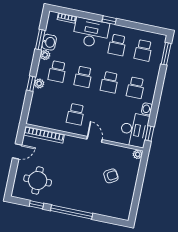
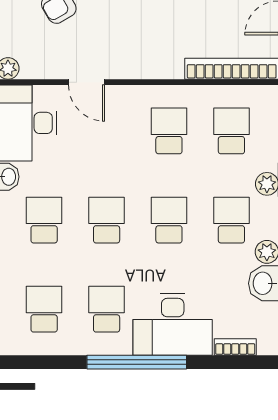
window: (109, 20) -> (137, 362), width x3.17
school desk: (49, 109) -> (231, 131), added
door: (94, 139) -> (87, 82), moved

